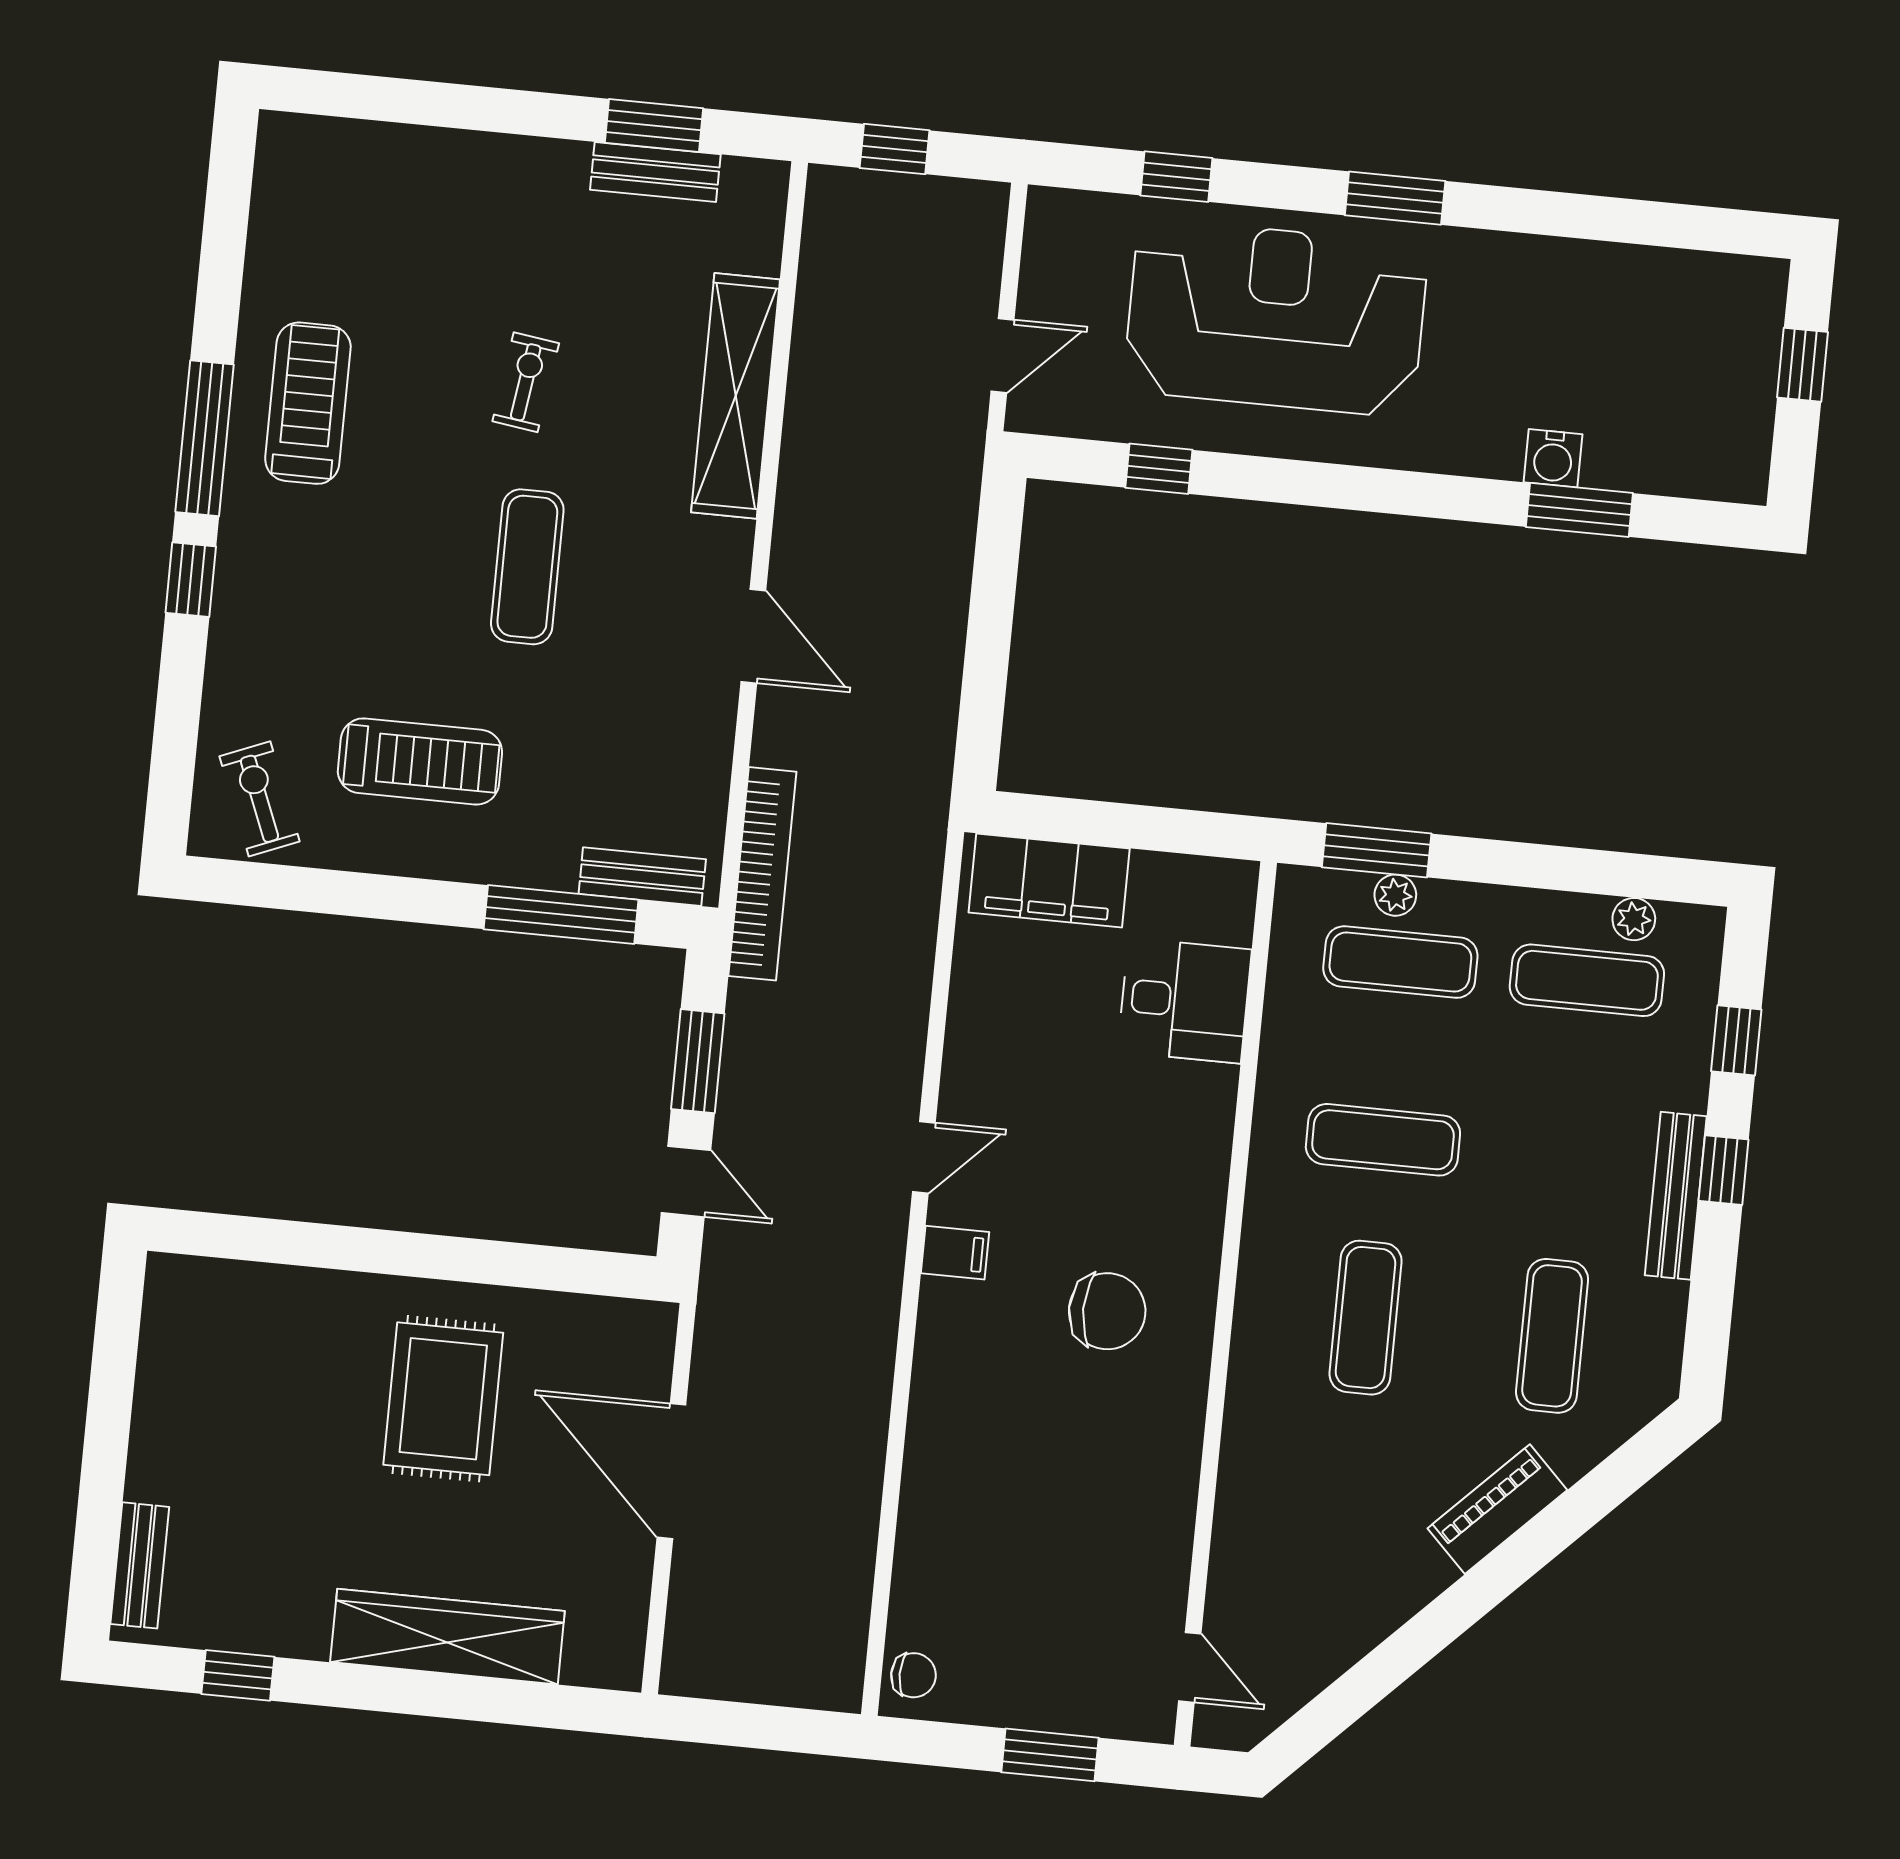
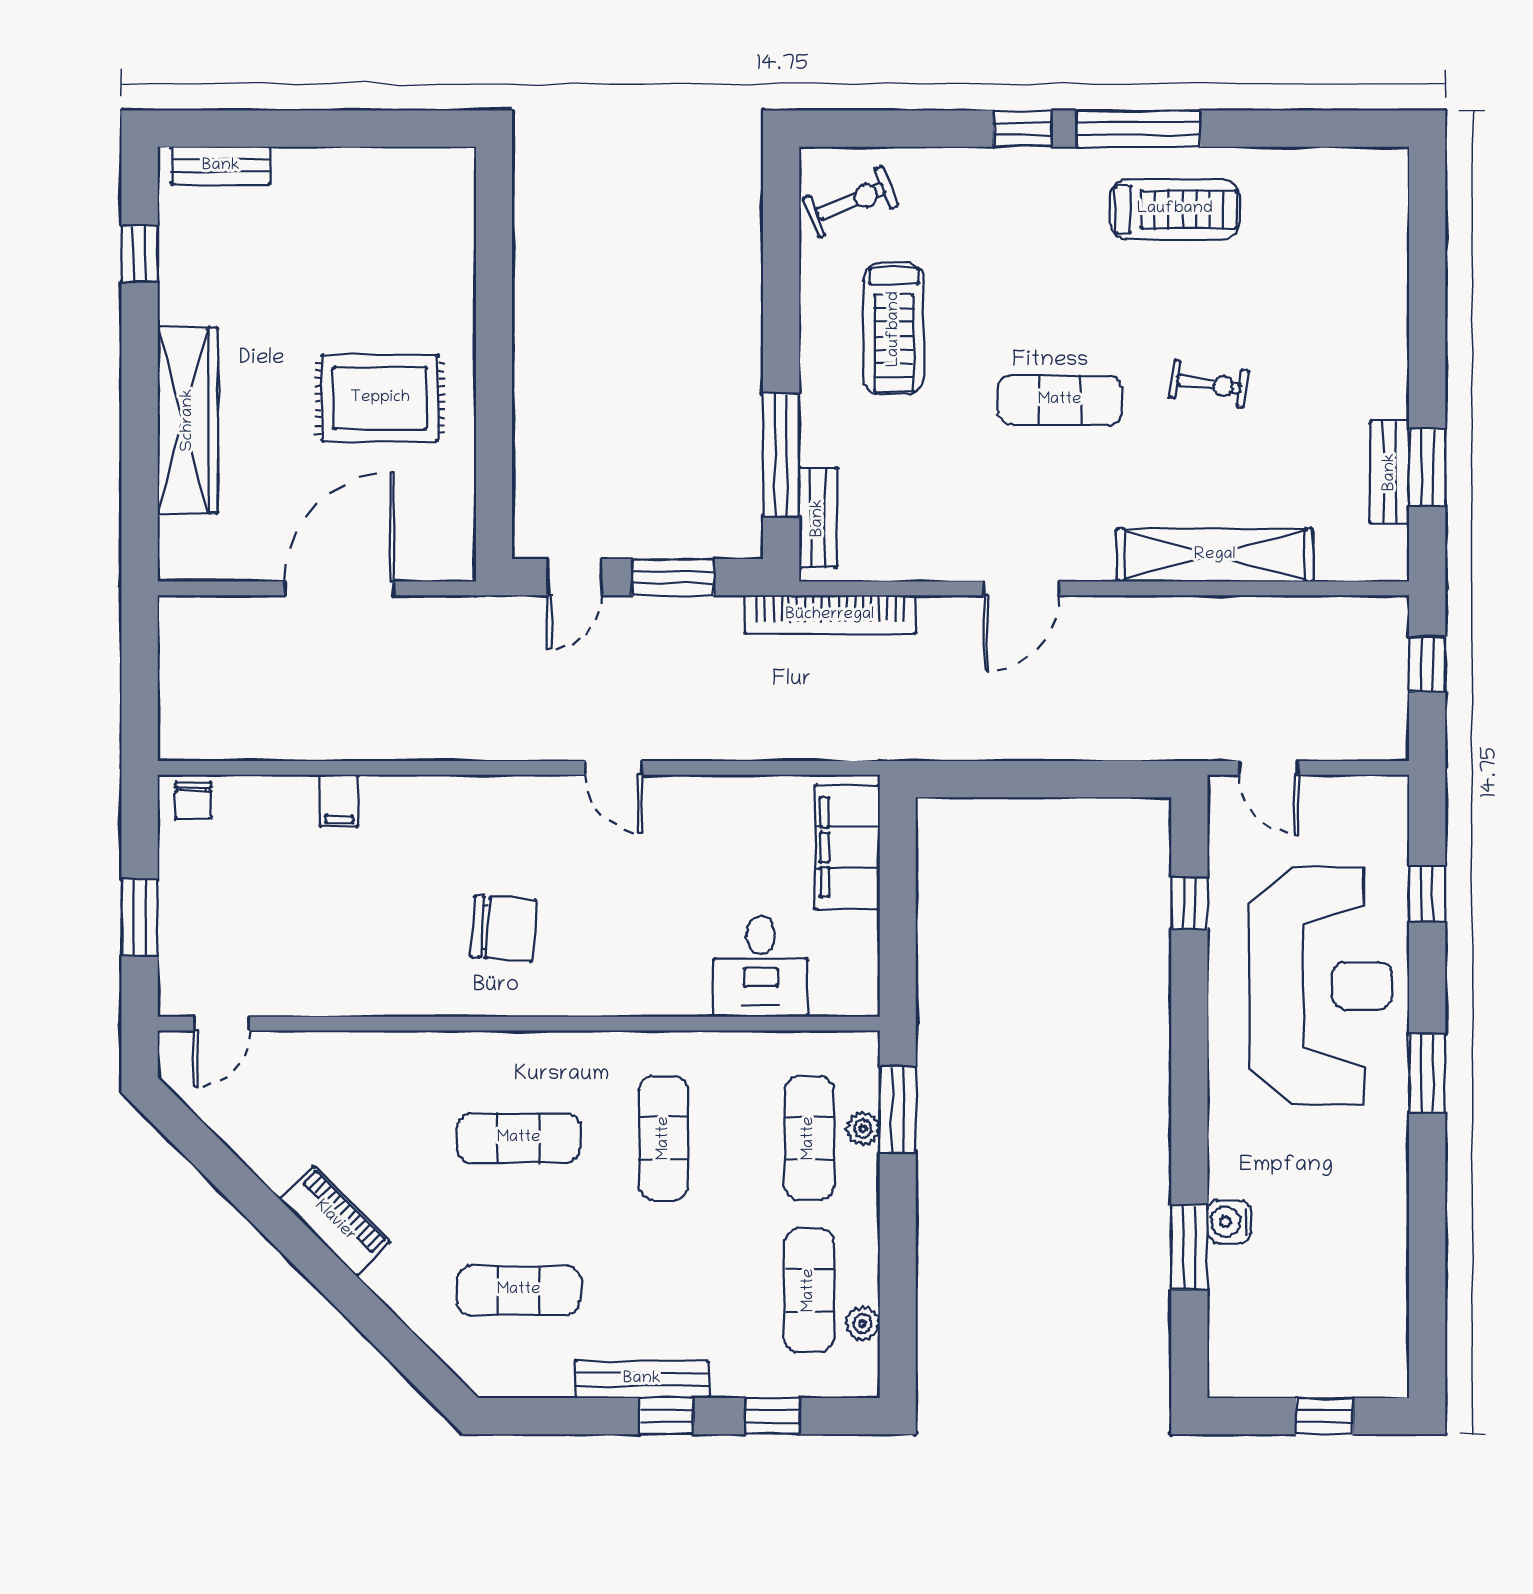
filing cabinet: (955, 1253) -> (339, 801), moved
chair: (1107, 1311) -> (503, 928), turned -86
piano: (1497, 1509) -> (335, 1221), moved

